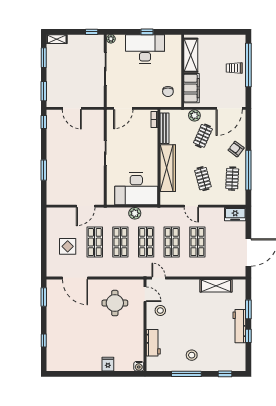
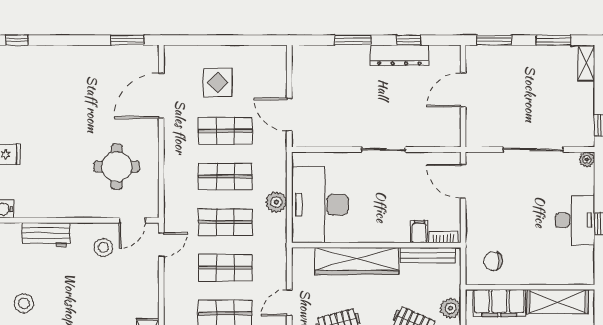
desk: (145, 49) -> (575, 220), width x0.73, depth x0.77
window: (44, 122) -> (409, 40), moved
filing cabinet: (151, 133) -> (419, 232), added
dresser: (52, 144) -> (399, 55), added
window: (44, 341) -> (17, 40), moved

